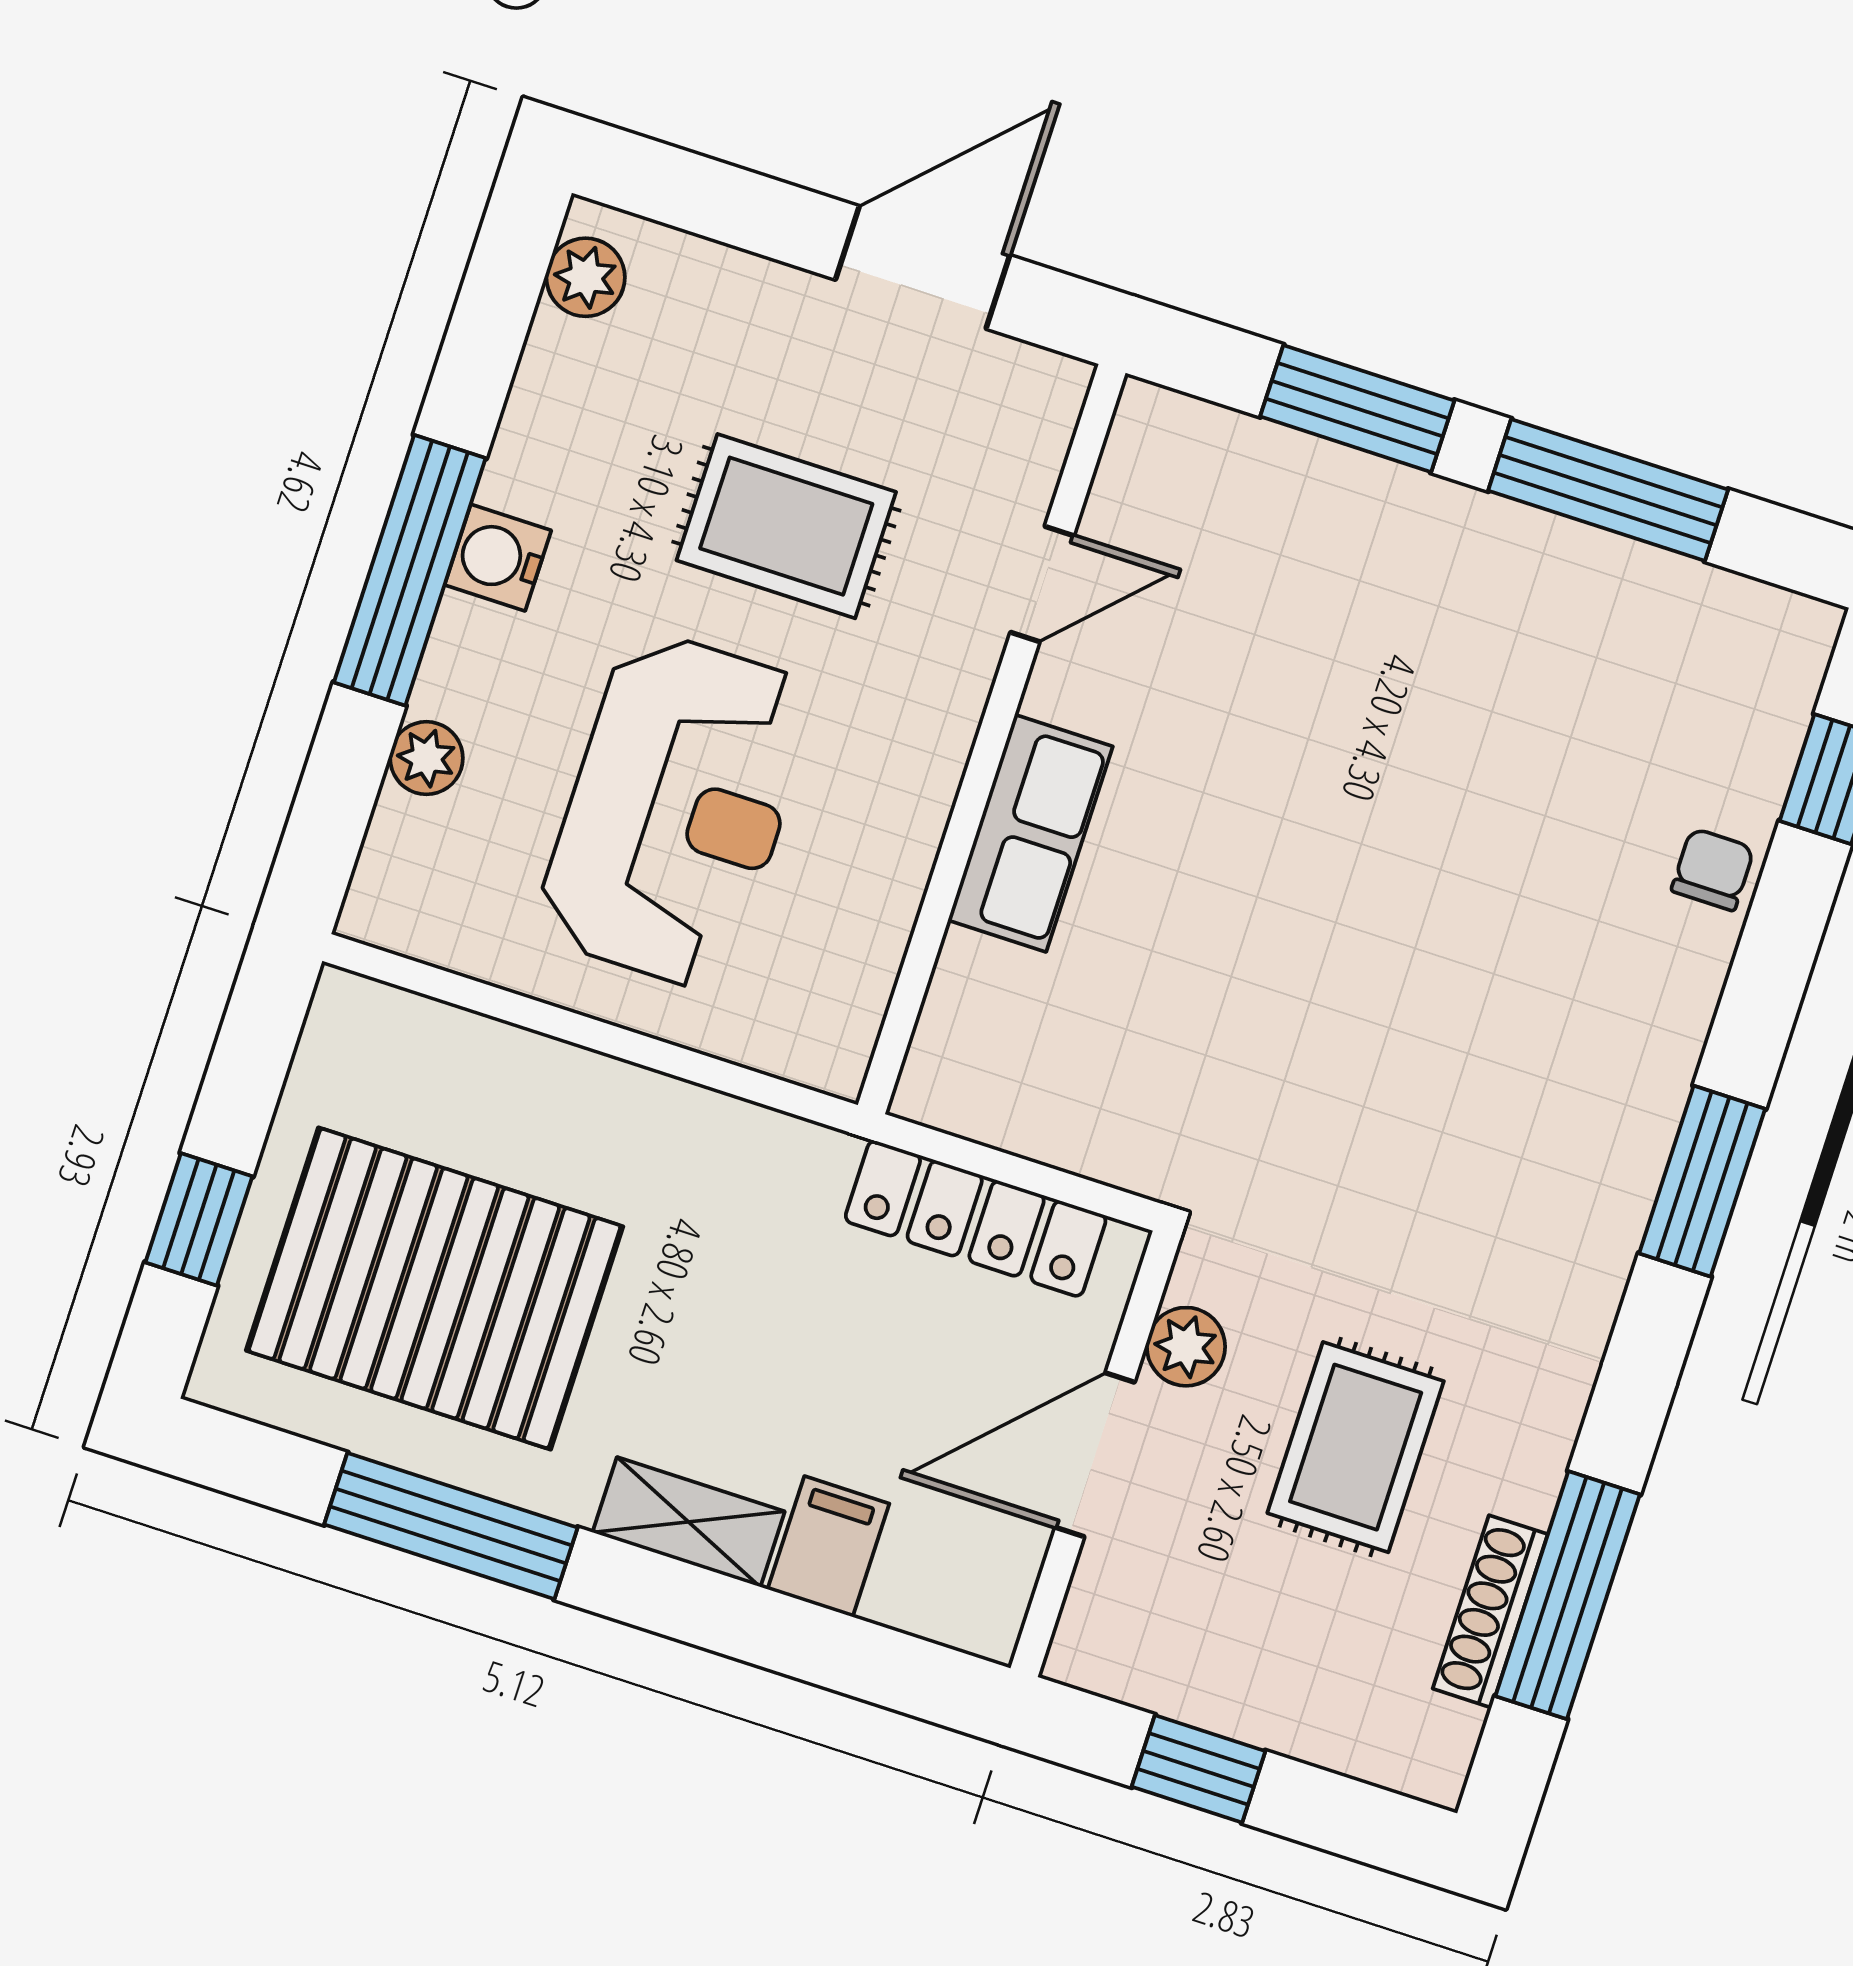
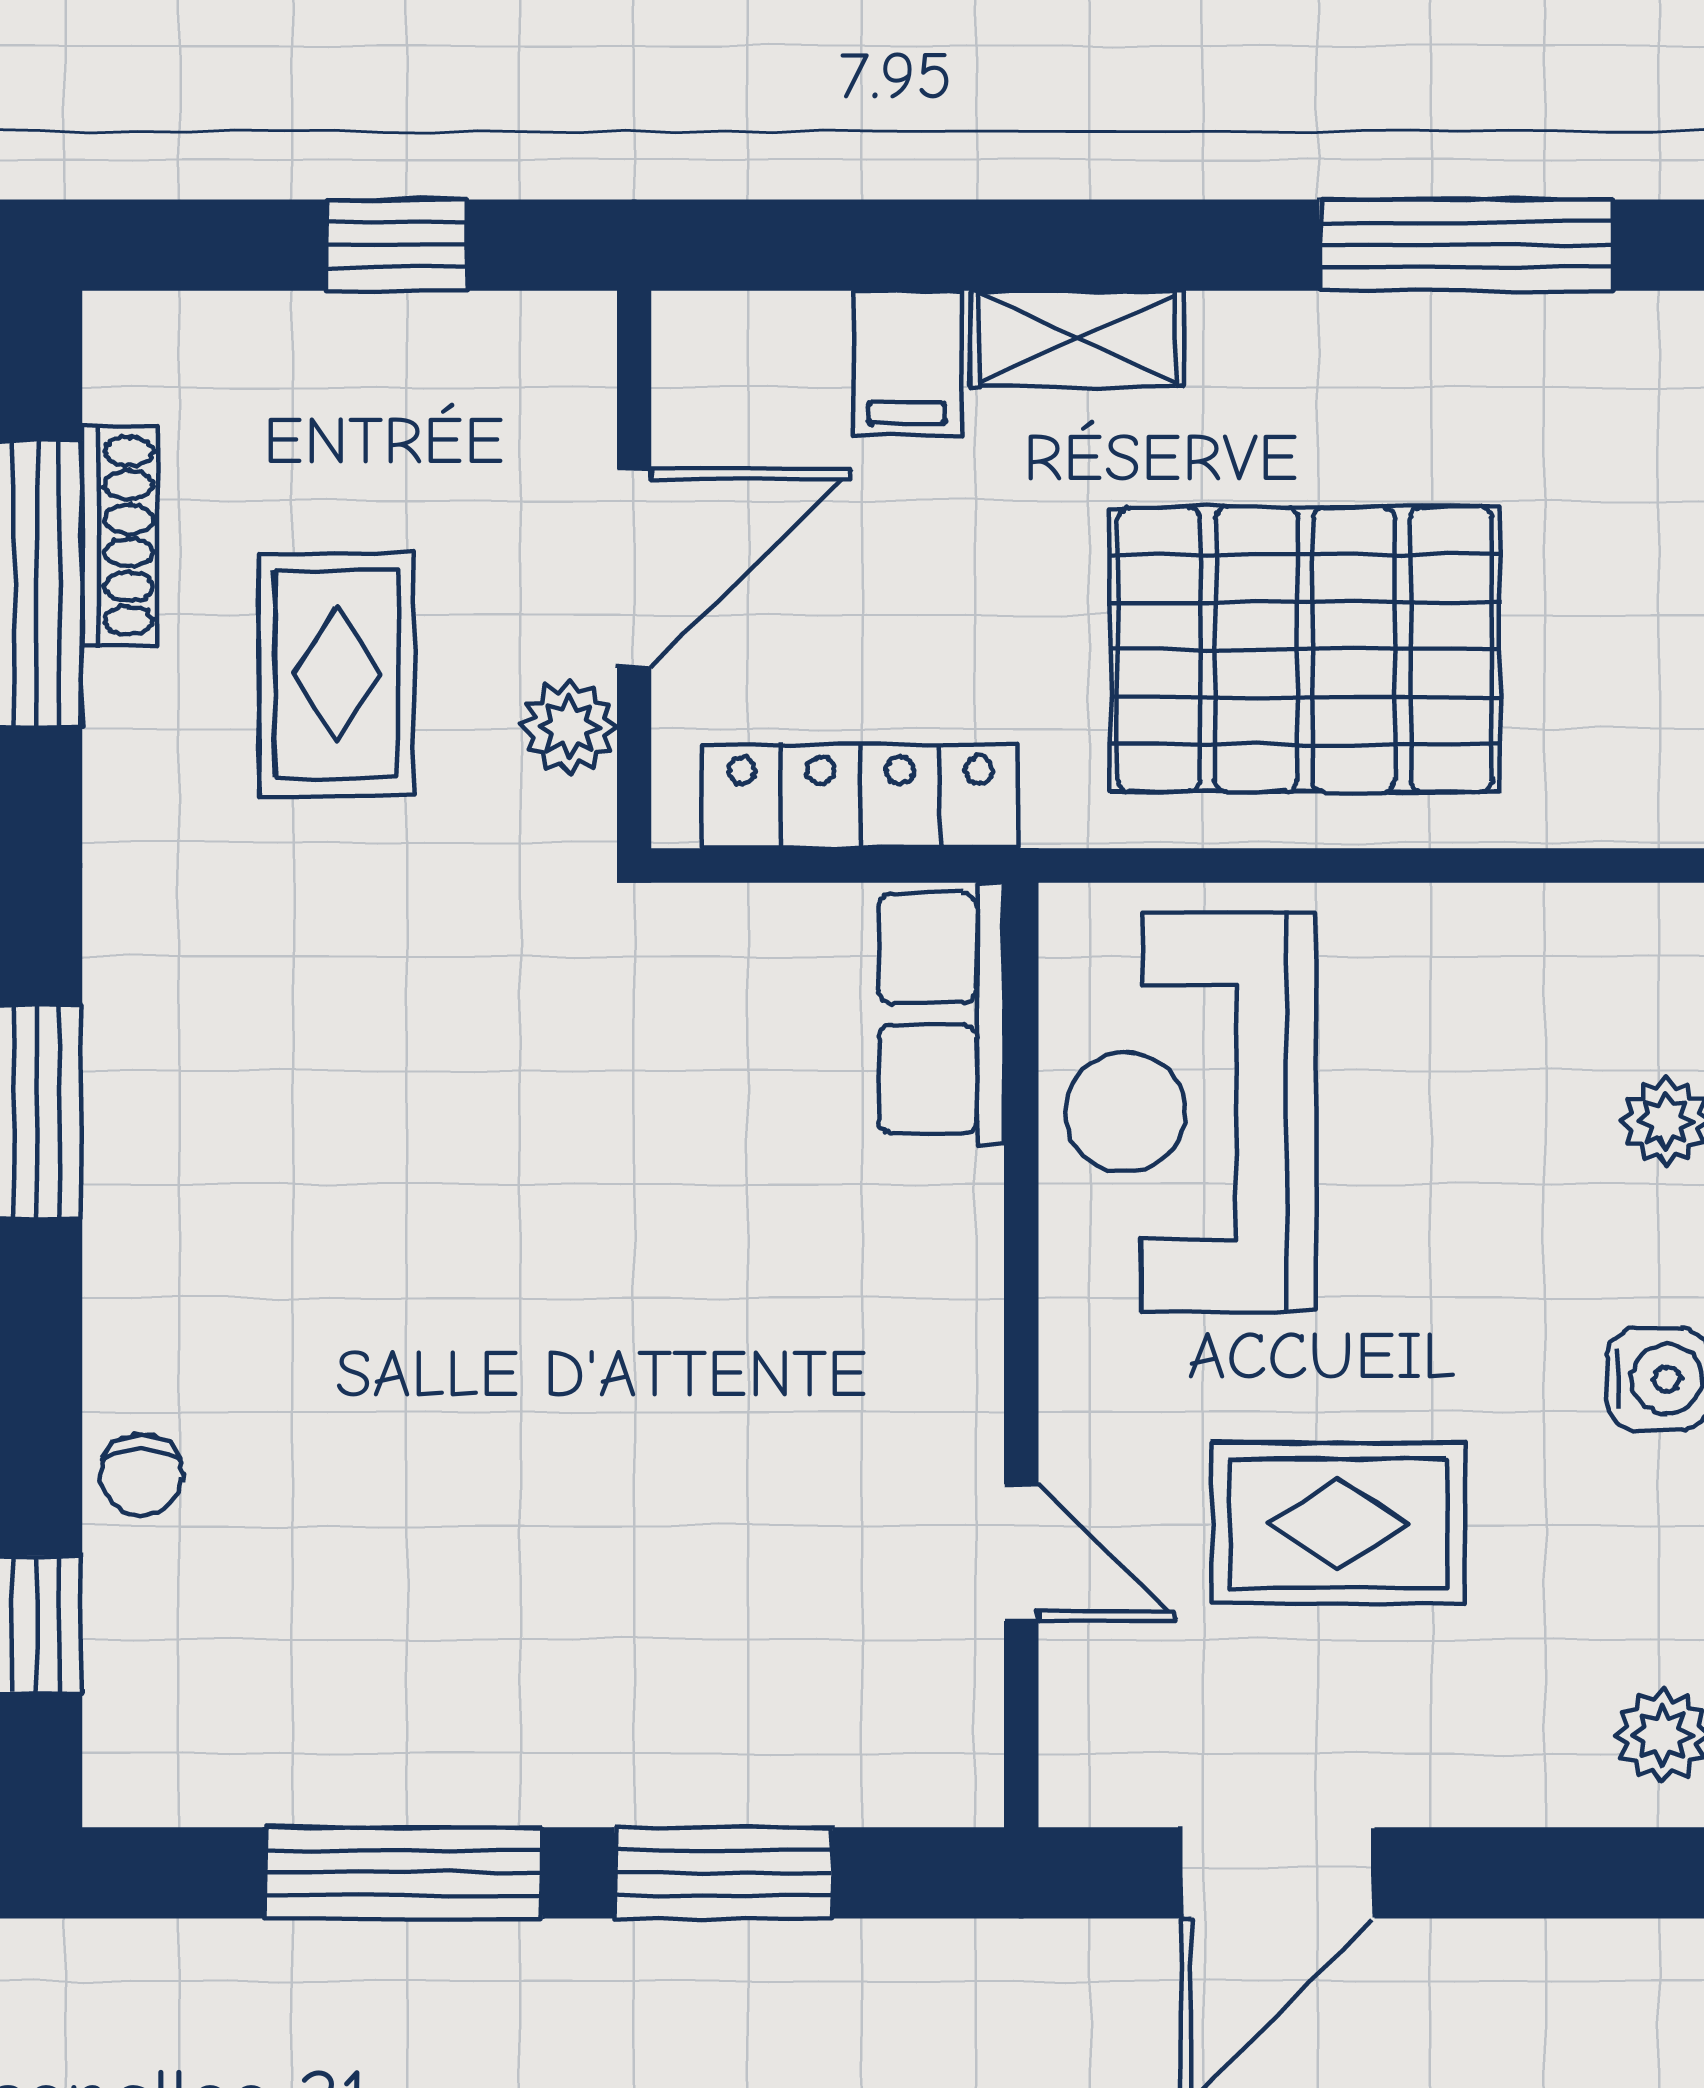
door: (1042, 584) -> (1021, 1553), swing flipped
reception desk: (676, 810) -> (1191, 1112), moved
row of seats: (1030, 833) -> (941, 1014), moved
pallet: (435, 1288) -> (1305, 649), moved
window: (451, 1526) -> (1466, 245), moved

